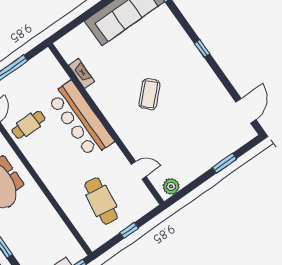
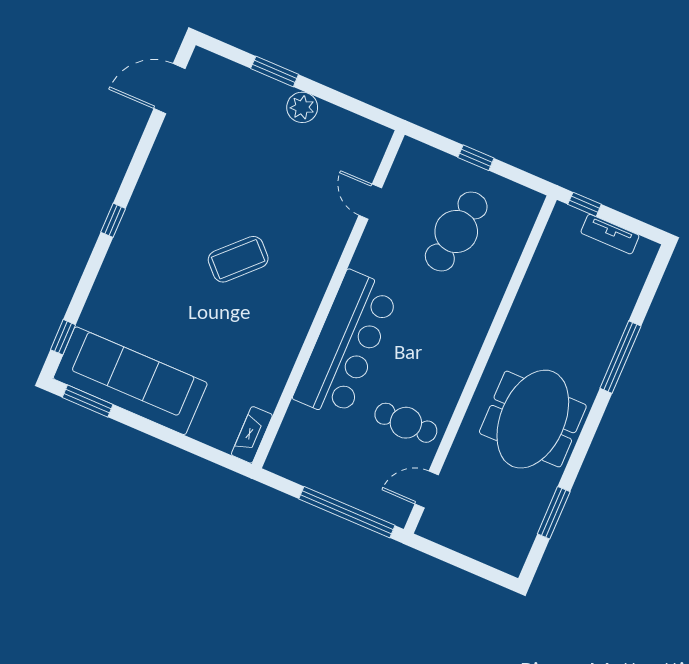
fireplace: (81, 74) -> (252, 435), moved
plant: (171, 186) -> (302, 107), moved

